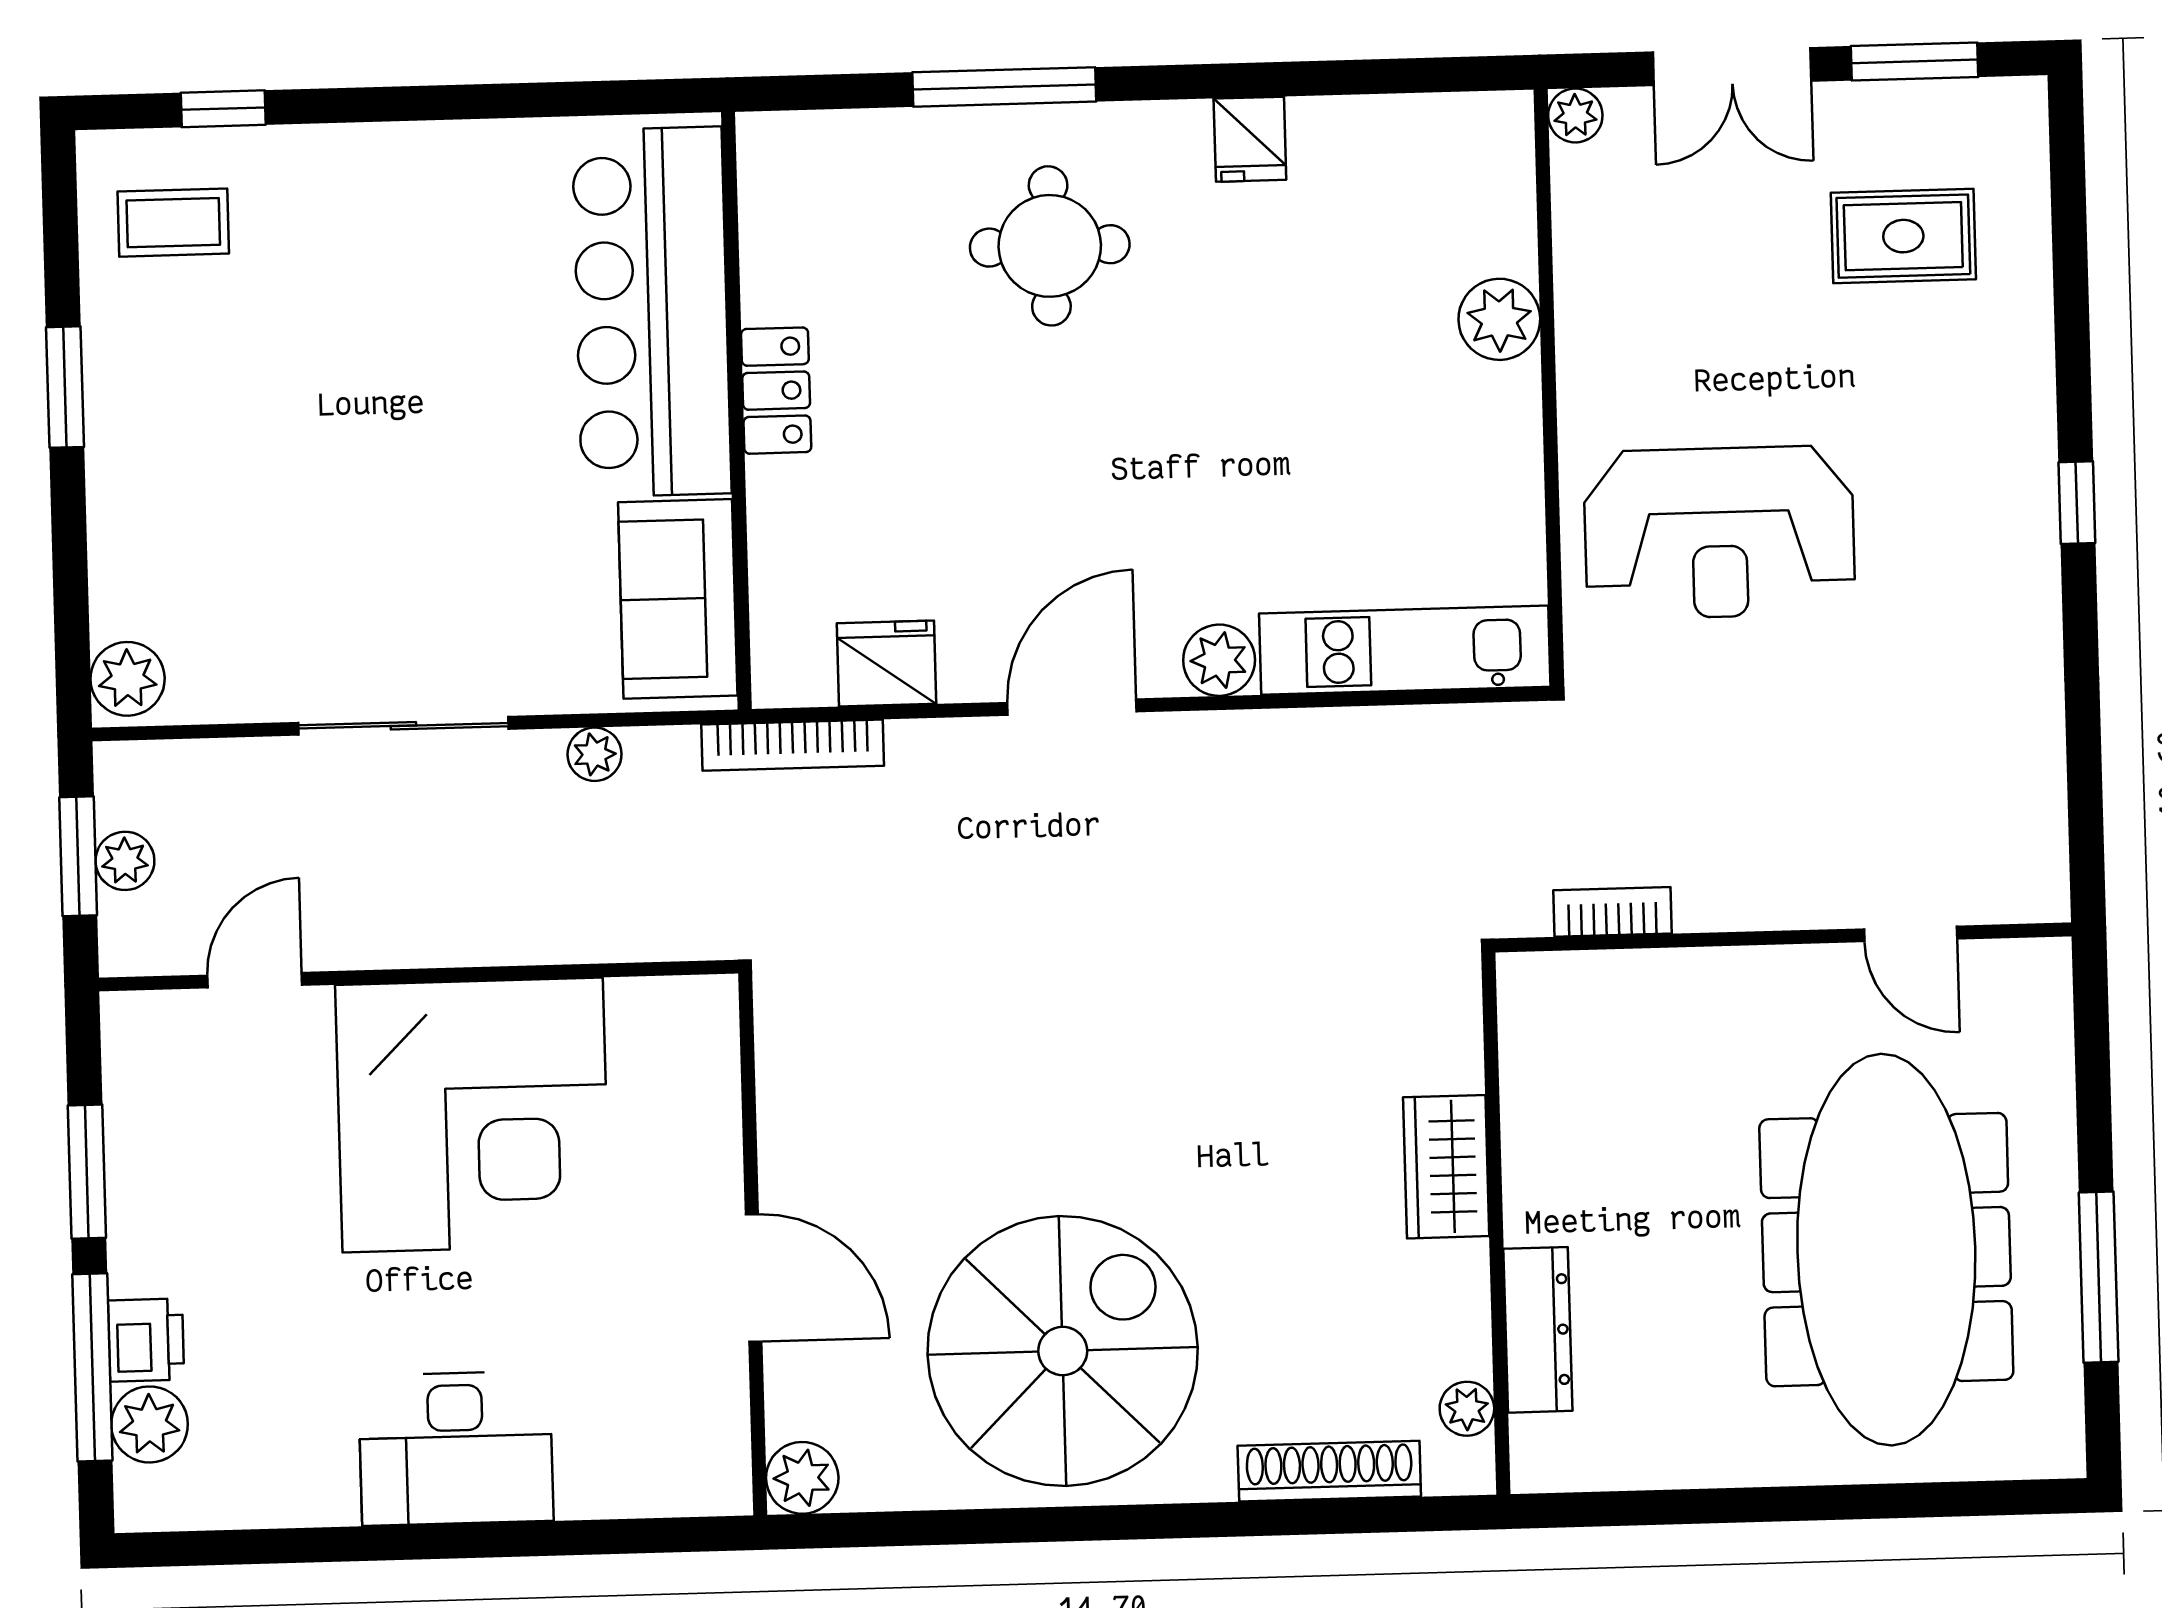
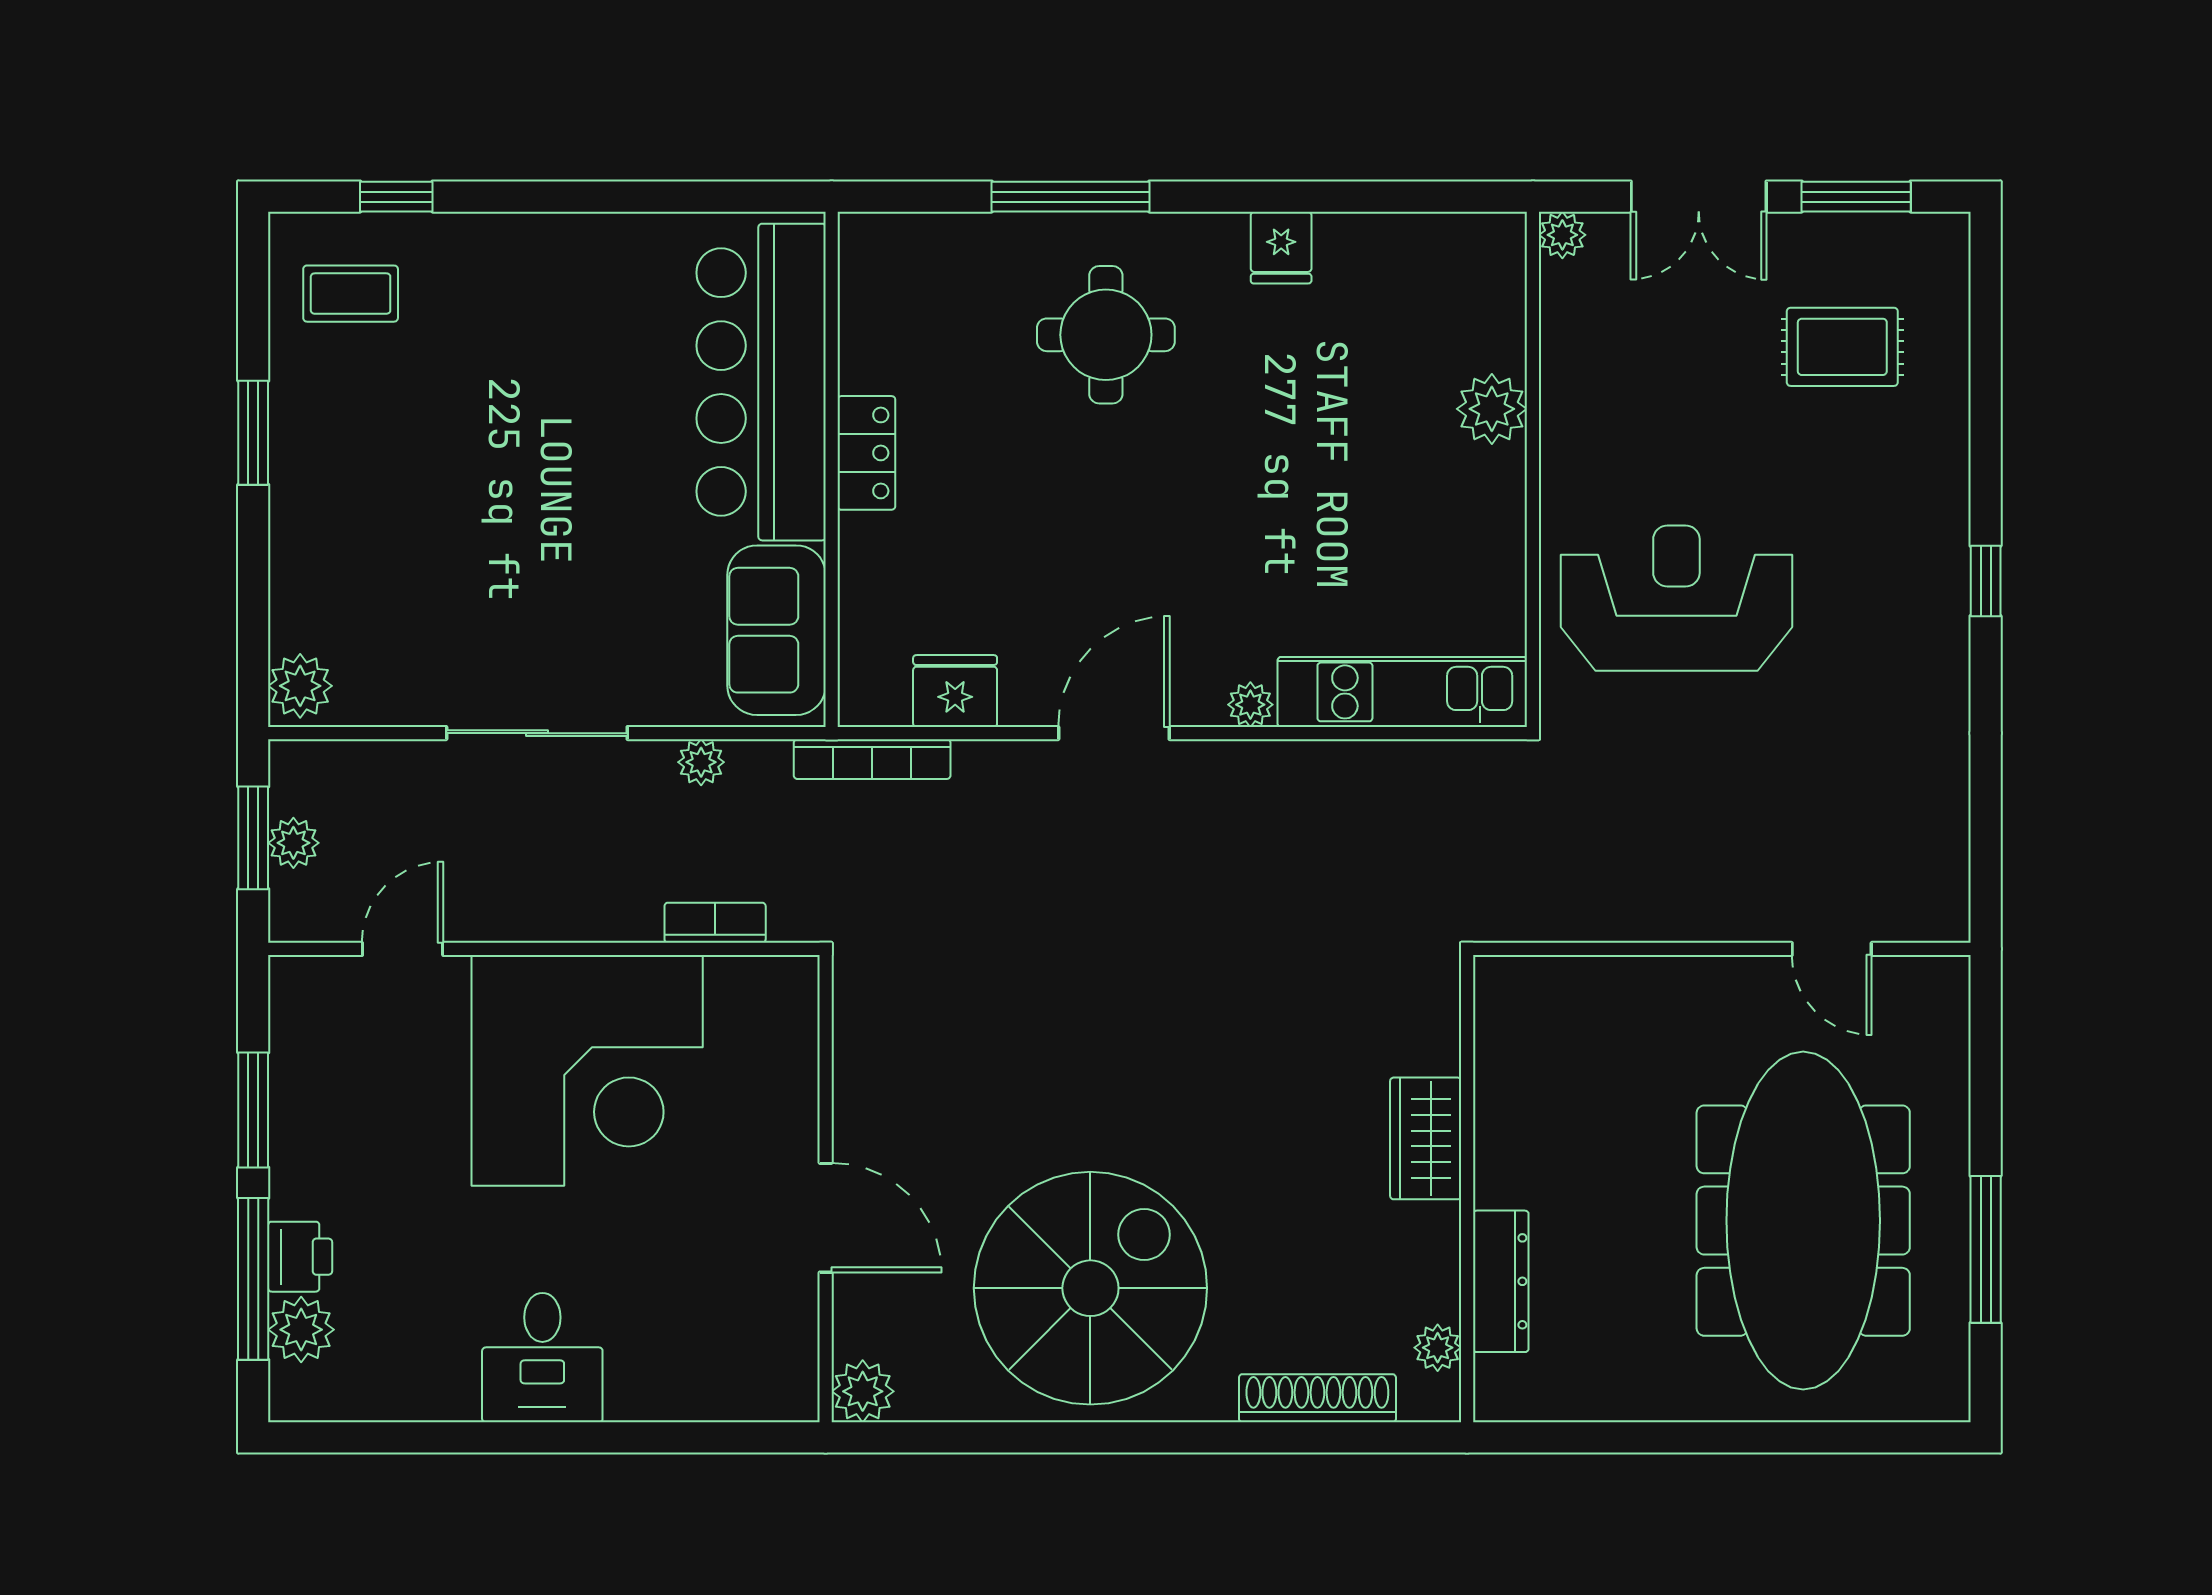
reception desk: (1719, 533) -> (1676, 598), turned 180
plant: (1219, 660) -> (1250, 705), width x0.73, depth x0.73
bookcase: (1612, 912) -> (715, 923), moved
desk: (456, 1448) -> (542, 1358), width x0.73

